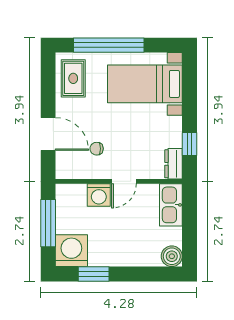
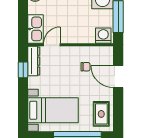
dresser: (174, 164) -> (34, 61), width x1.44
door: (124, 181) -> (52, 45), moved
washing machine: (99, 195) -> (103, 36), moved

